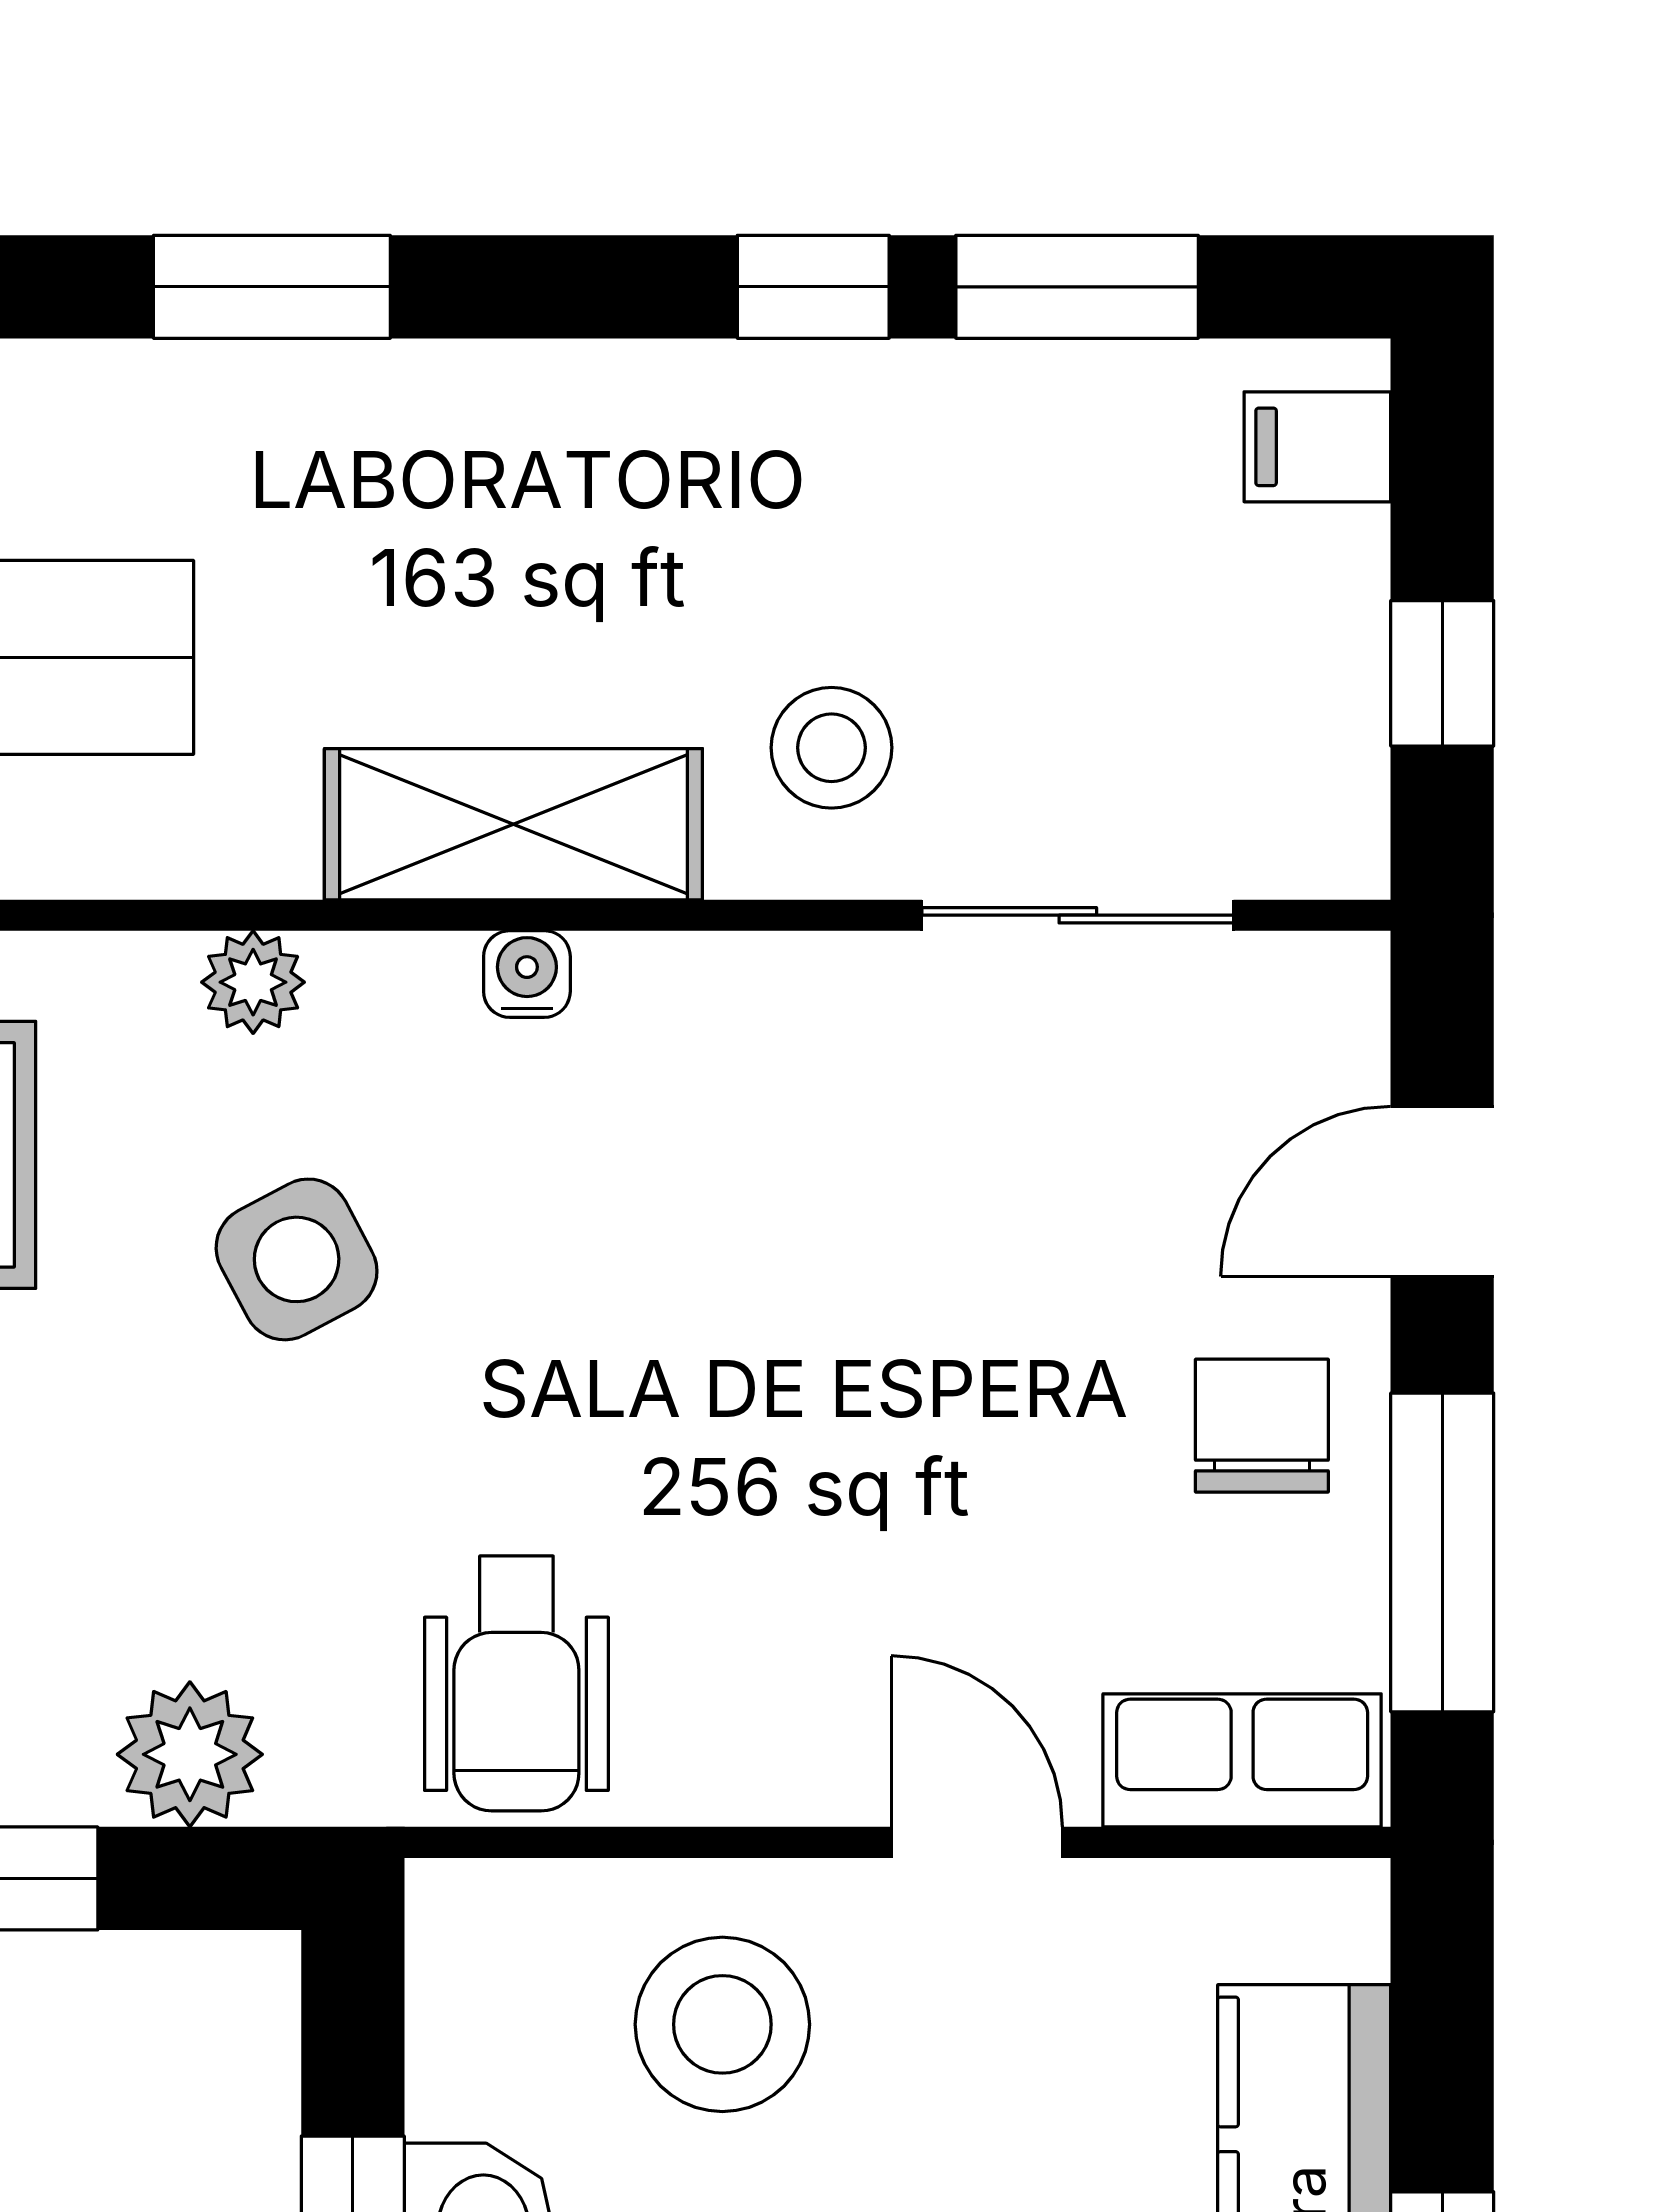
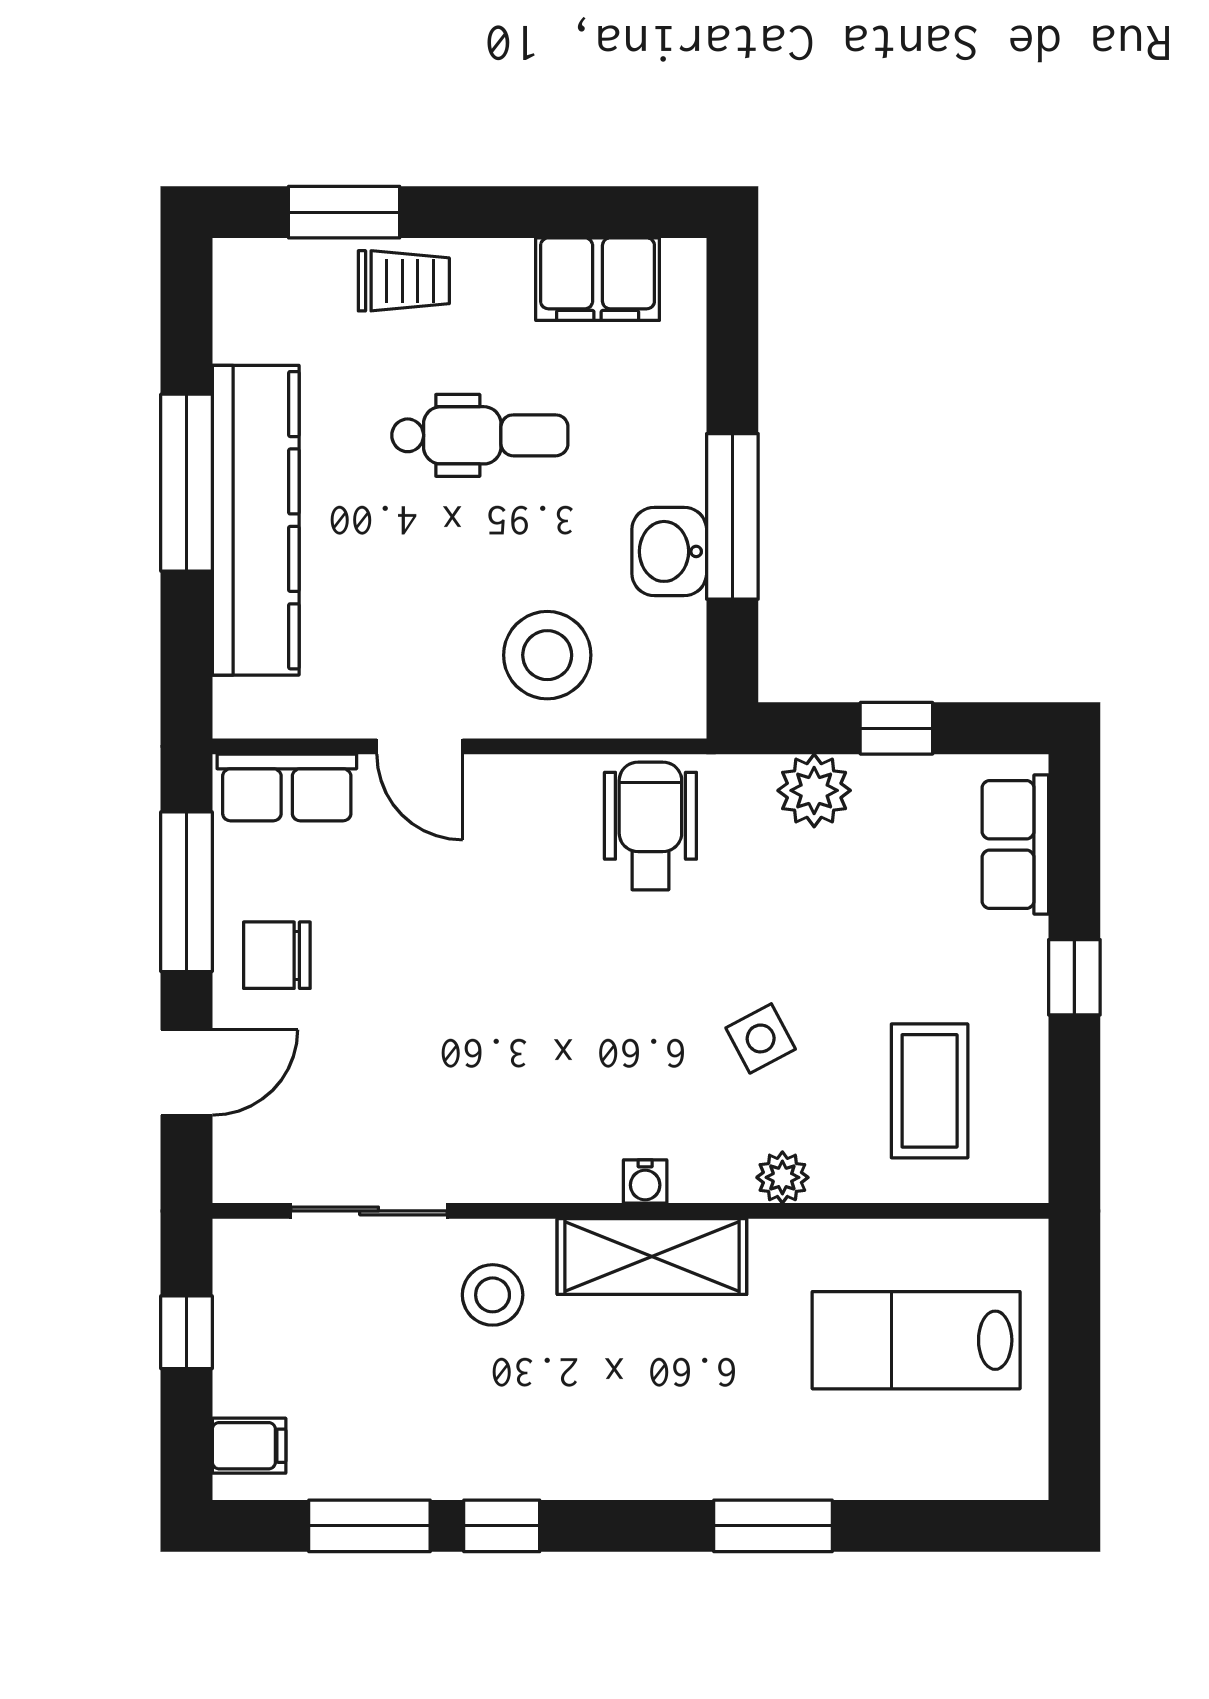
side table: (297, 1259) -> (761, 1038), width x0.73, depth x0.73
chair: (1262, 1426) -> (277, 955), turned 90

